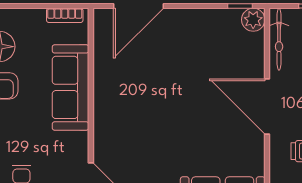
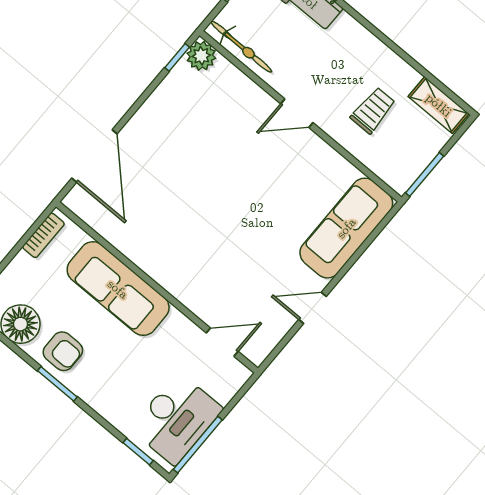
door: (267, 107) -> (297, 113), width x0.53

